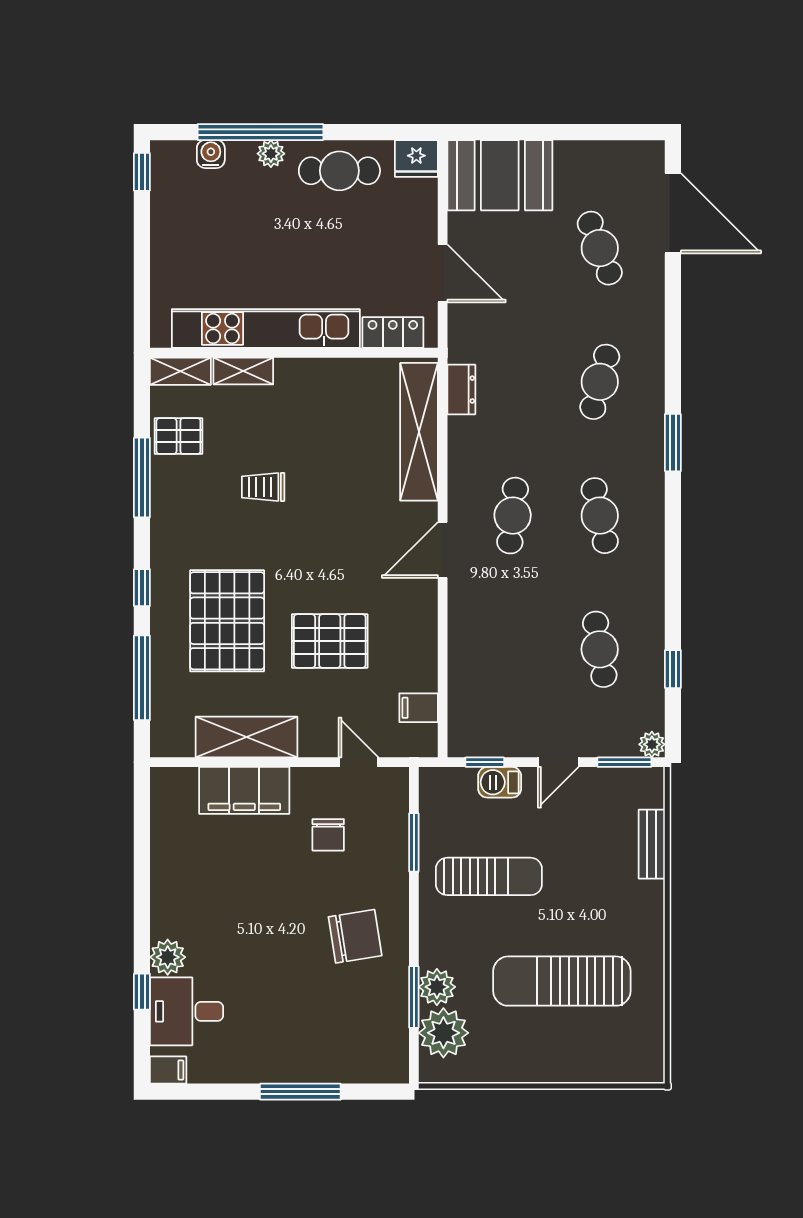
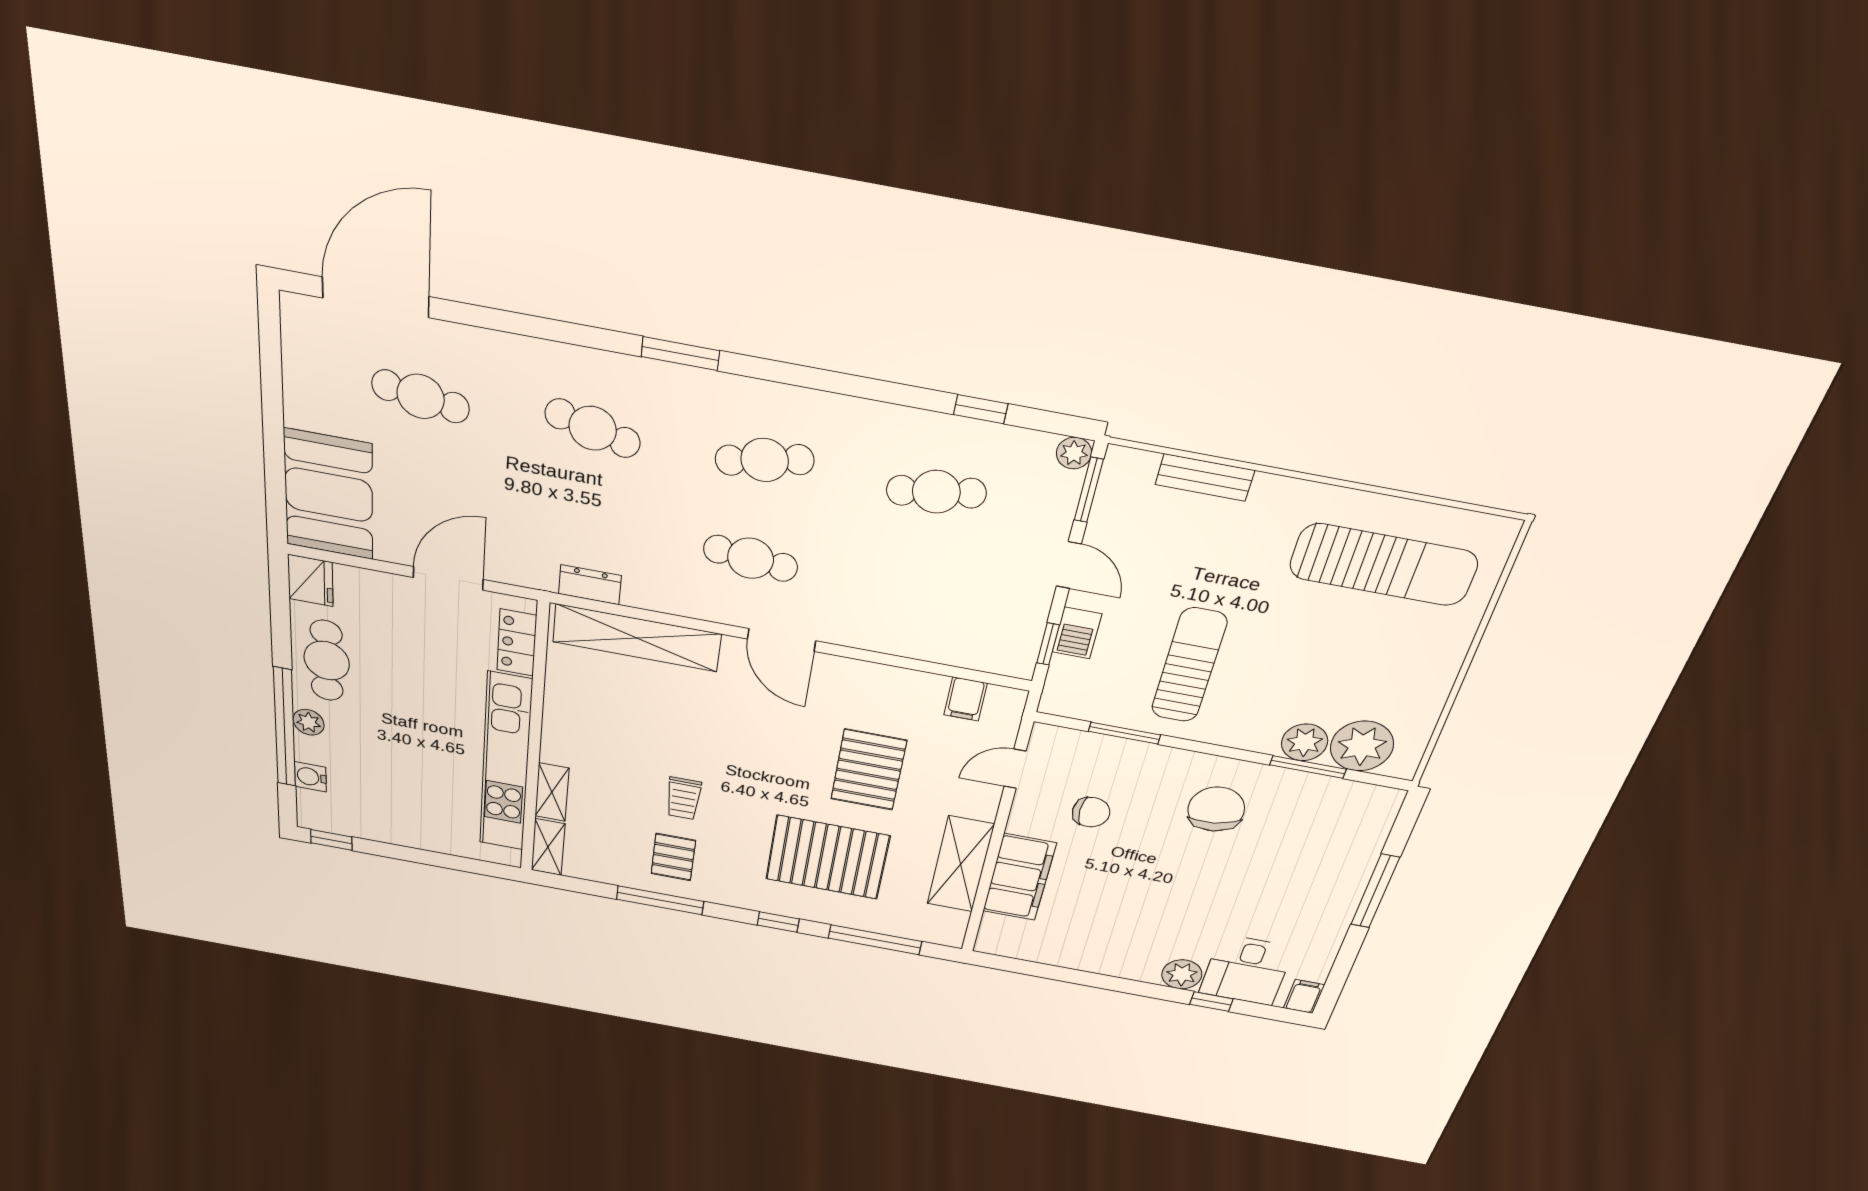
cafe table: (600, 248) -> (421, 396), turned 30
pallet: (178, 436) -> (673, 857), moved
sun lounger: (562, 981) -> (1383, 565), moved, turned -90

